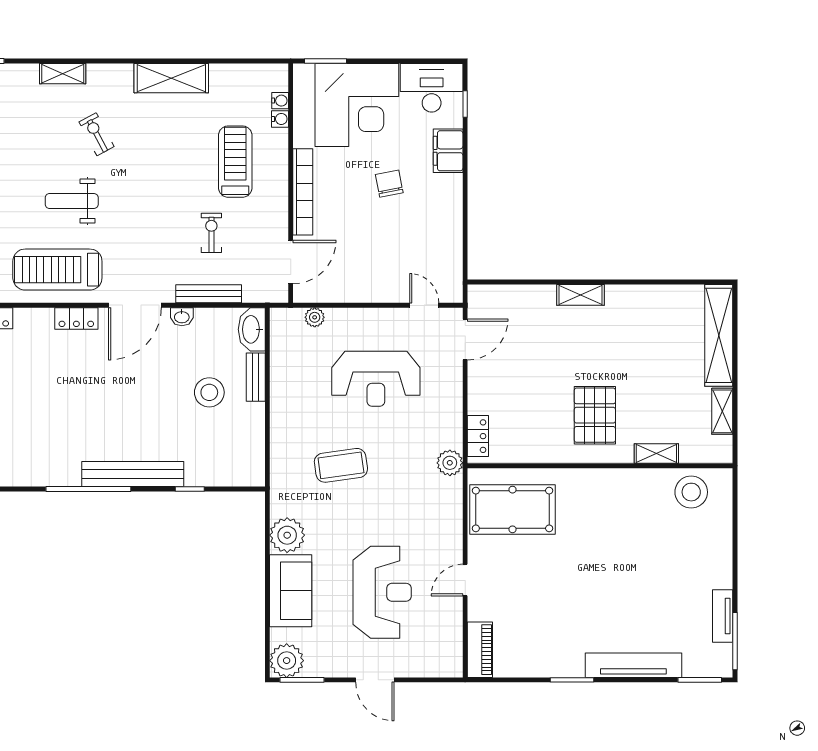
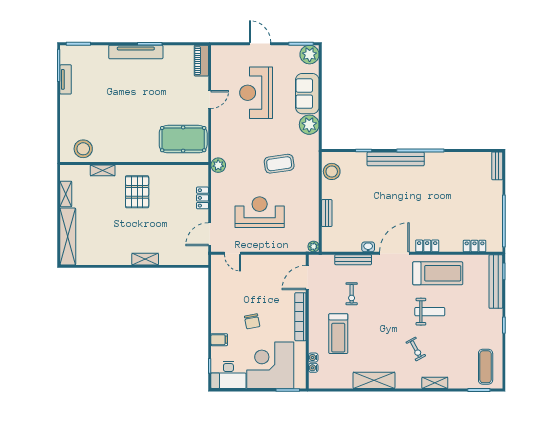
filing cabinet: (448, 151) -> (219, 340), width x0.50
plant: (315, 317) -> (314, 247), moved
washbasin: (252, 329) -> (329, 240), removed
stool: (209, 392) -> (332, 171), moved
locker: (478, 436) -> (203, 198), moved
tv unit: (633, 665) -> (136, 52), moved

